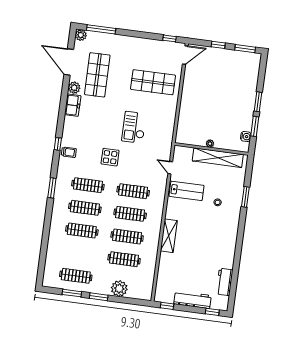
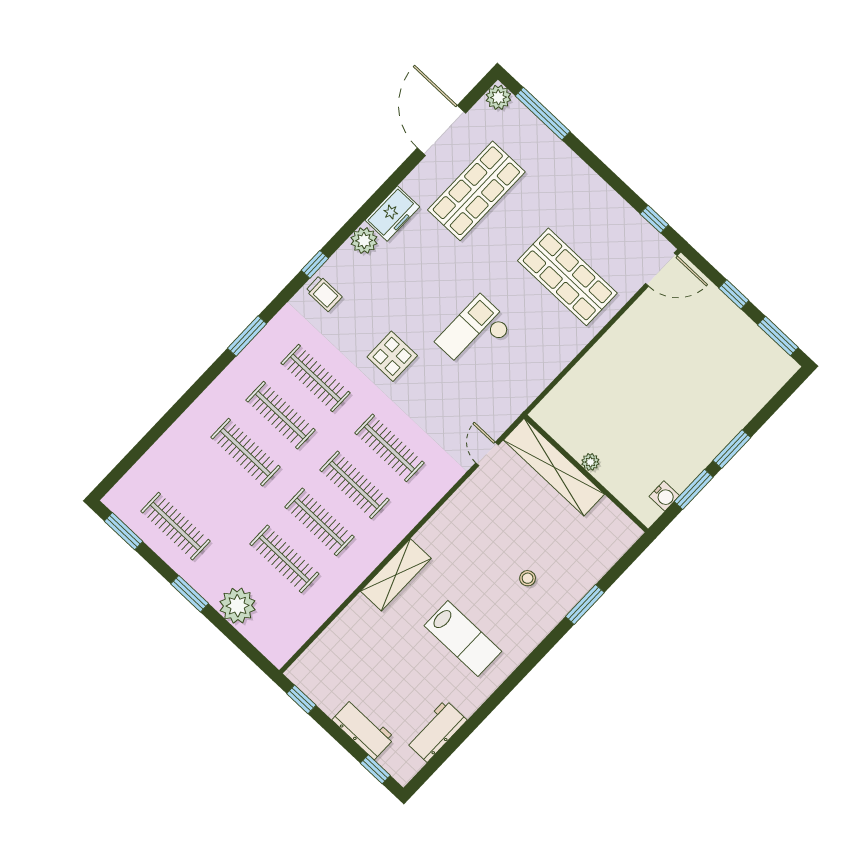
plant: (74, 88) -> (364, 241), moved
shelving: (218, 158) -> (554, 467), moved
lab bench: (186, 191) -> (463, 638), moved
window: (72, 293) -> (123, 531), moved
workbench: (193, 300) -> (363, 729), width x0.73

